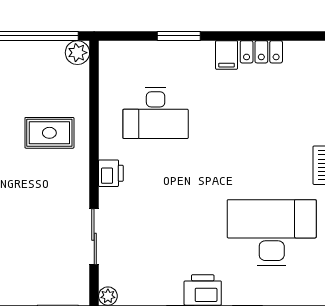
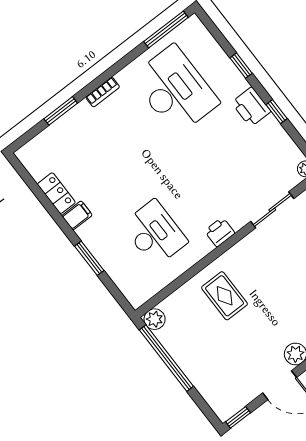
desk: (272, 233) -> (175, 90), turned 180

